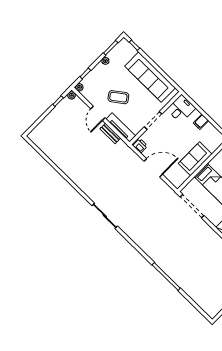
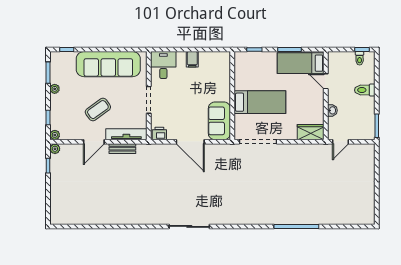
door: (98, 113) -> (94, 142), hinge flipped
sofa: (195, 159) -> (219, 121), moved
door: (153, 168) -> (190, 142), swing flipped

